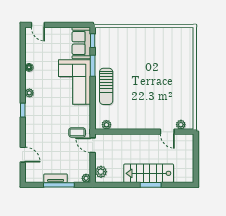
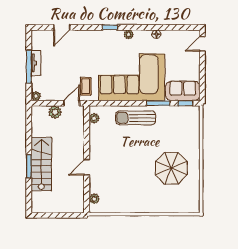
parasol: (152, 54) -> (171, 168), added
corner sofa: (75, 82) -> (132, 77), width x1.36, depth x1.36
door: (167, 132) -> (87, 167), moved
plant: (101, 172) -> (55, 112), moved

